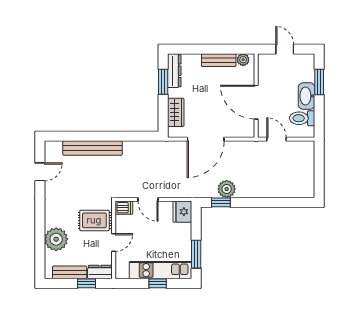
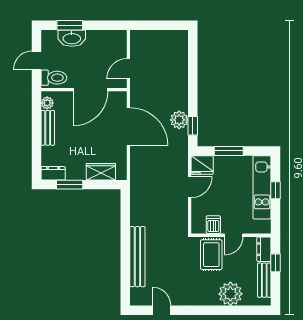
dresser: (174, 71) -> (53, 173), width x0.70
washbasin: (307, 96) -> (72, 38), moved
toilet: (302, 118) -> (54, 78), moved, turned -90
door: (206, 139) -> (128, 127), moved
door: (148, 199) -> (190, 187), moved
dishwasher: (124, 208) -> (213, 225), moved
door: (114, 242) -> (234, 235), swing flipped
window: (196, 254) -> (229, 151), moved

